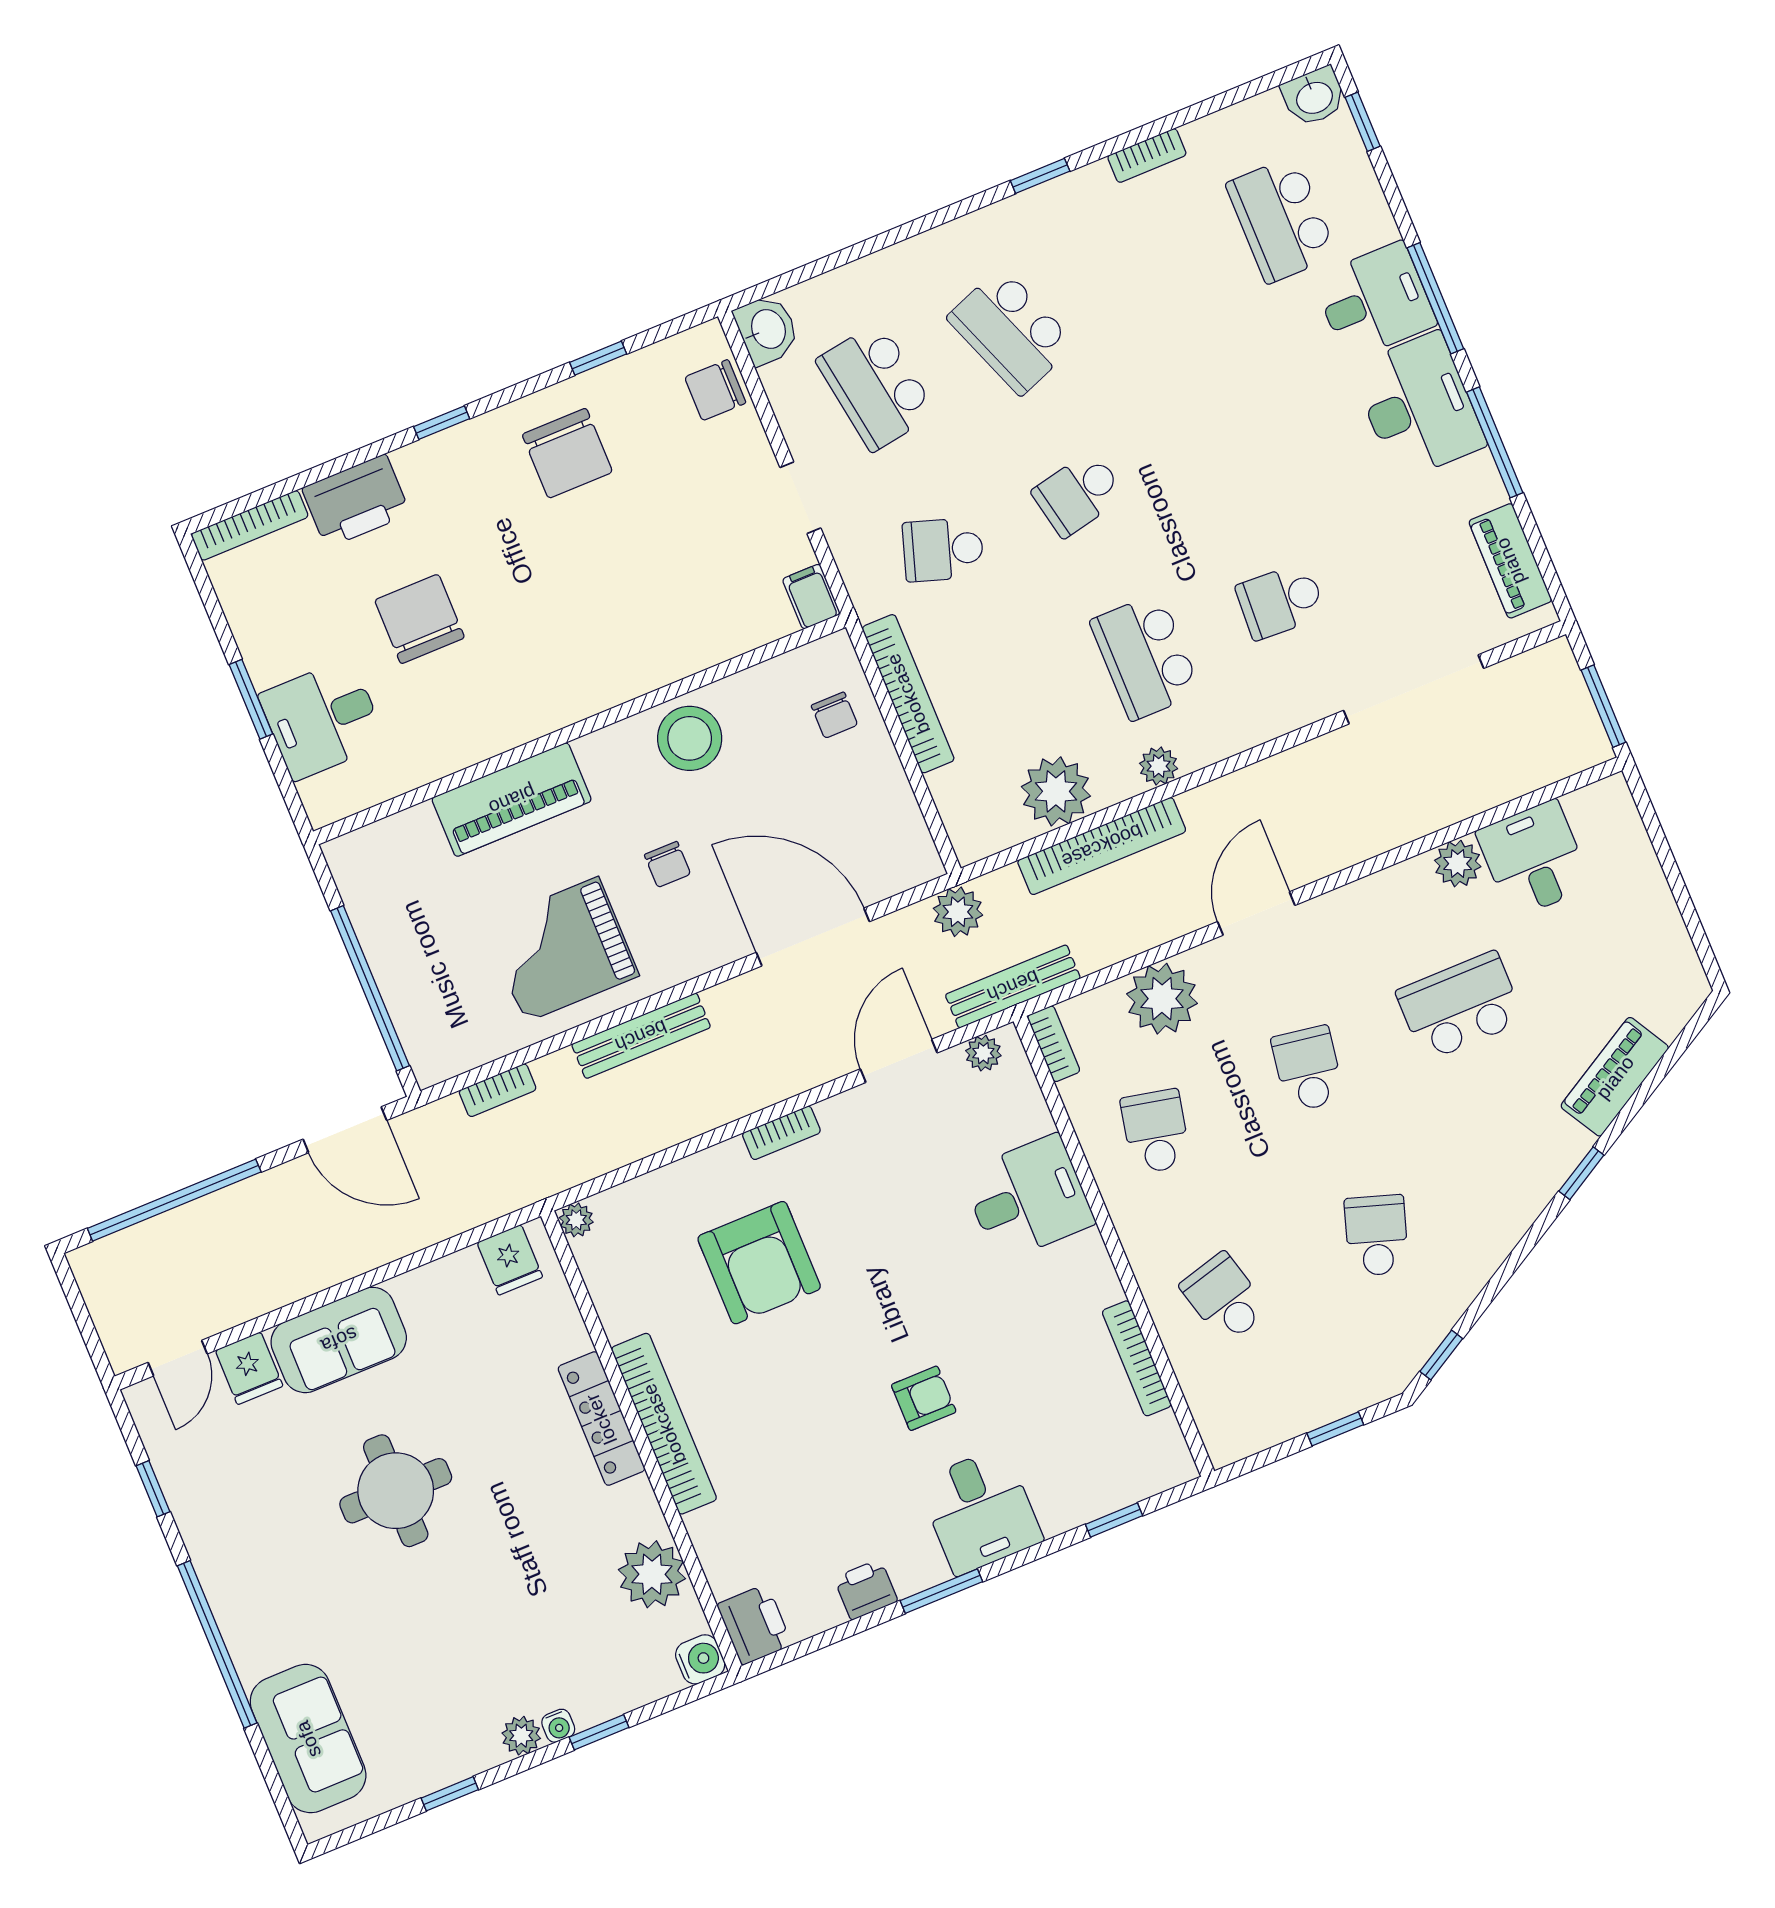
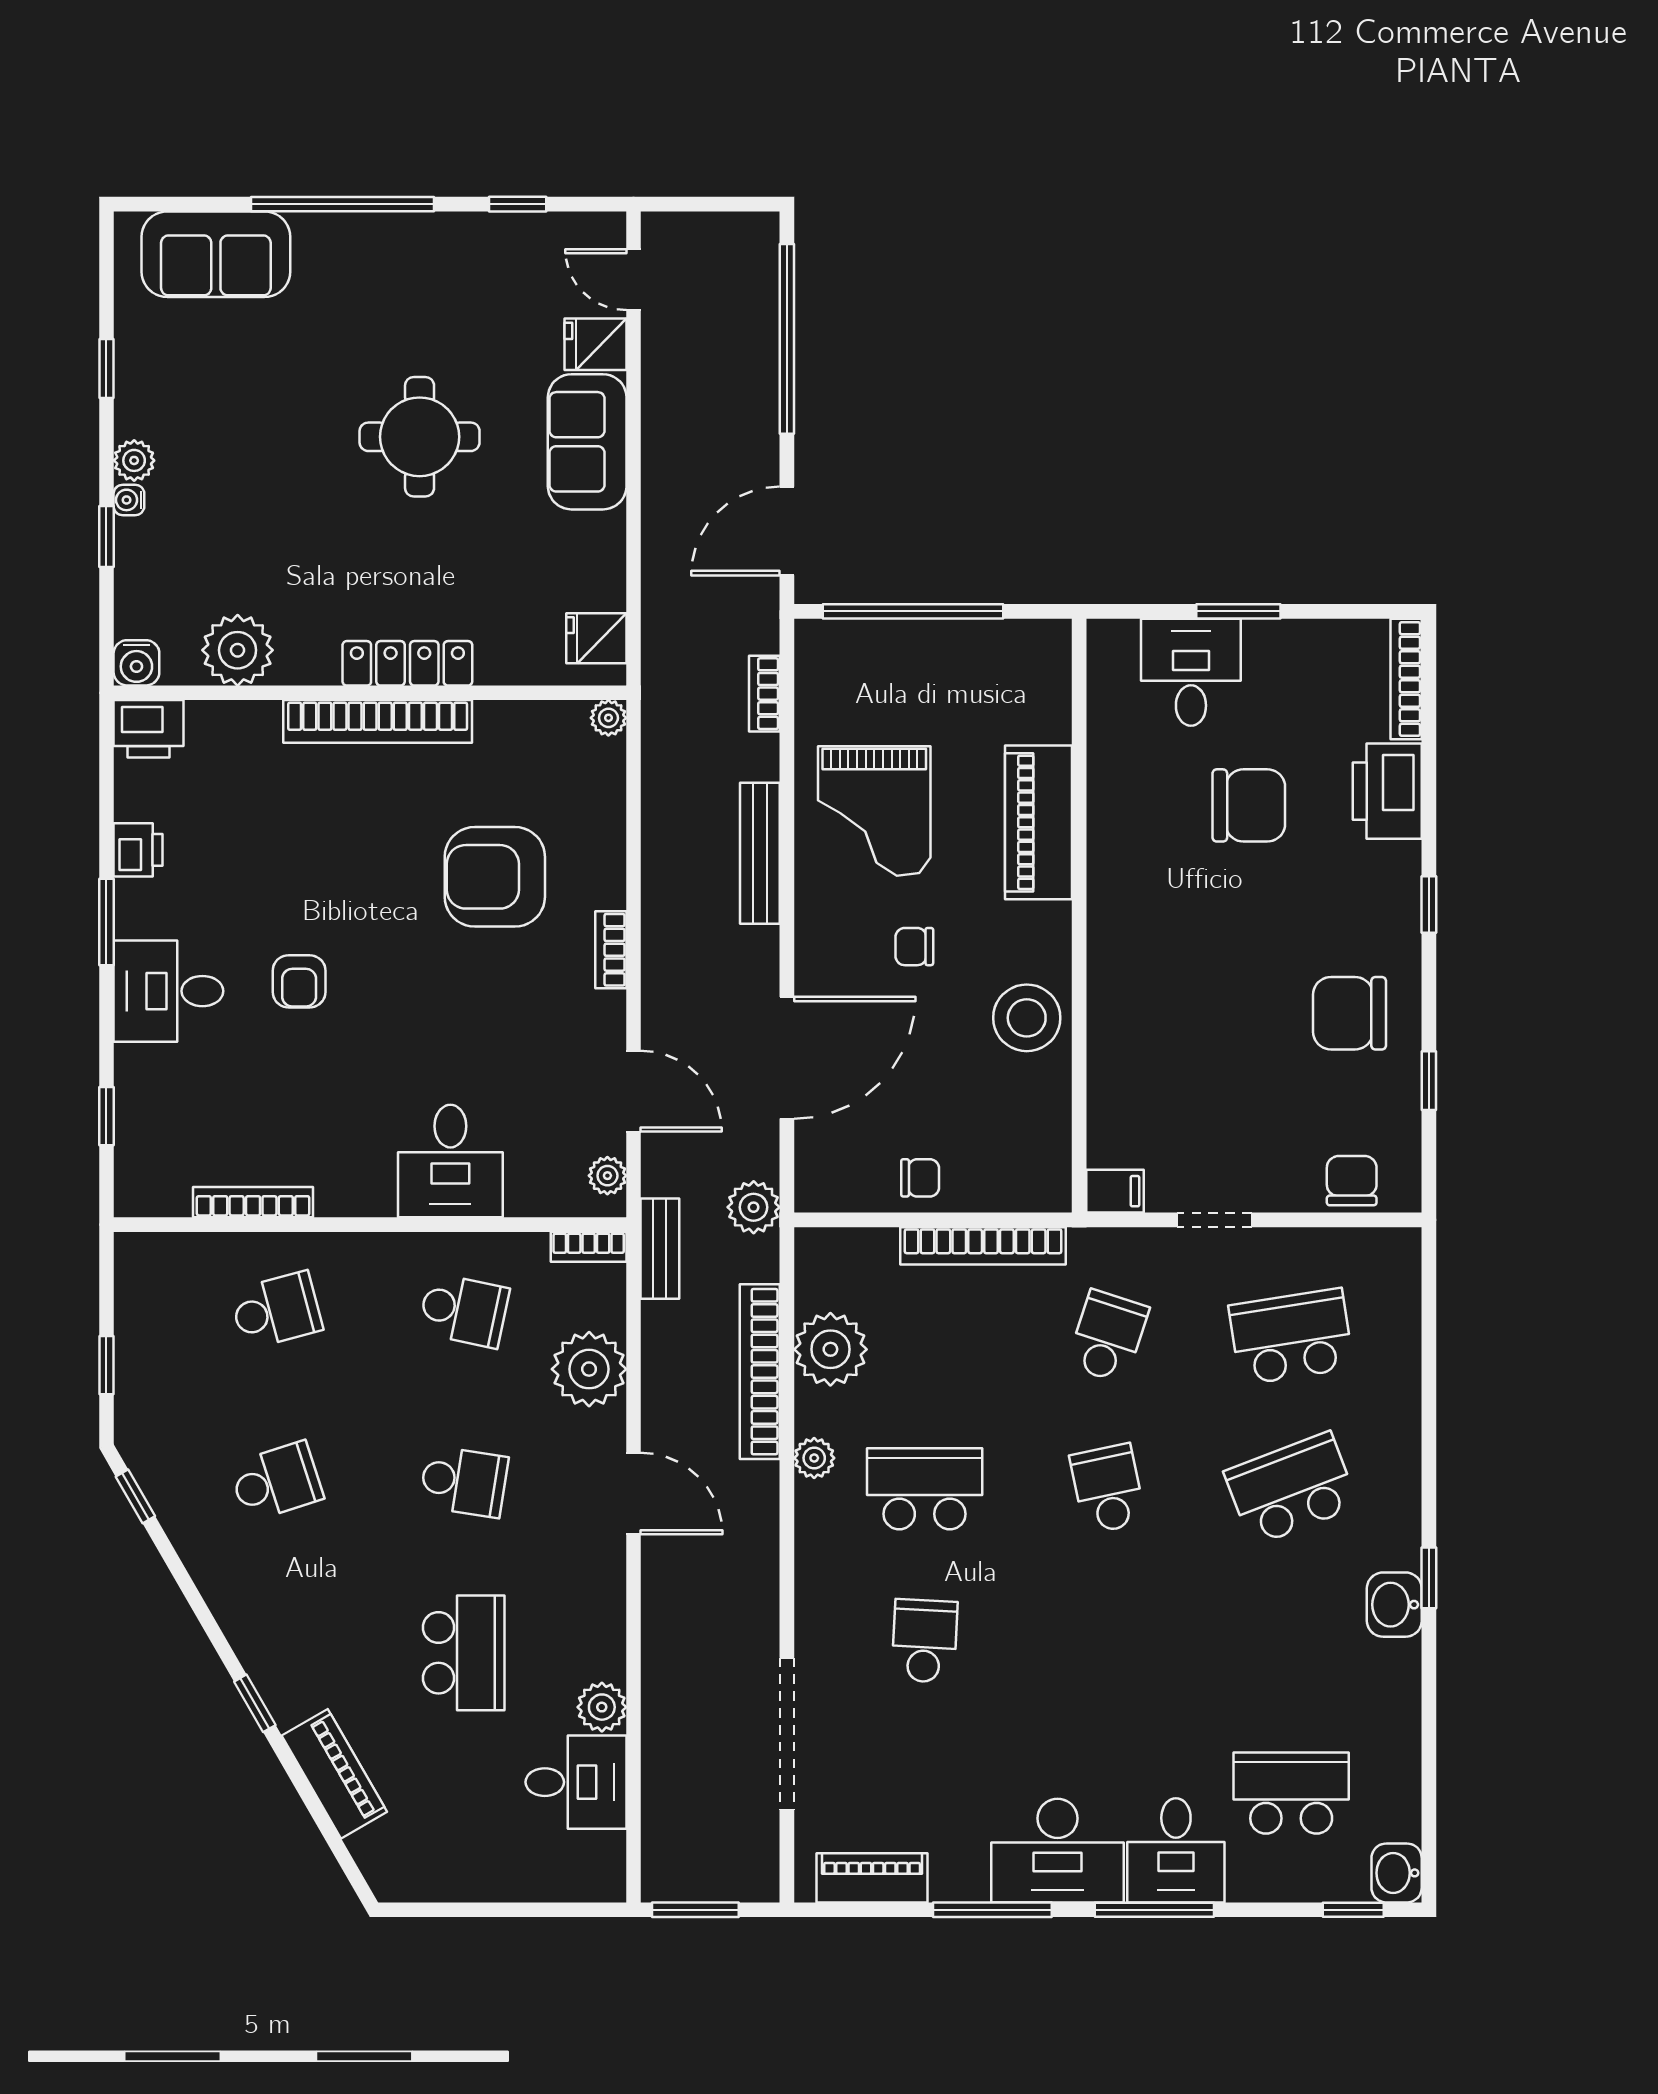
bookcase: (1147, 155) -> (1406, 1689), removed
washbasin: (767, 330) -> (1394, 1605), moved, turned 90
chair: (834, 715) -> (920, 1178), moved, turned 180
grand piano: (562, 950) -> (874, 811), turned 180
bench: (1013, 986) -> (660, 1249), width x0.73
school desk: (1377, 1235) -> (276, 1482), turned -36

